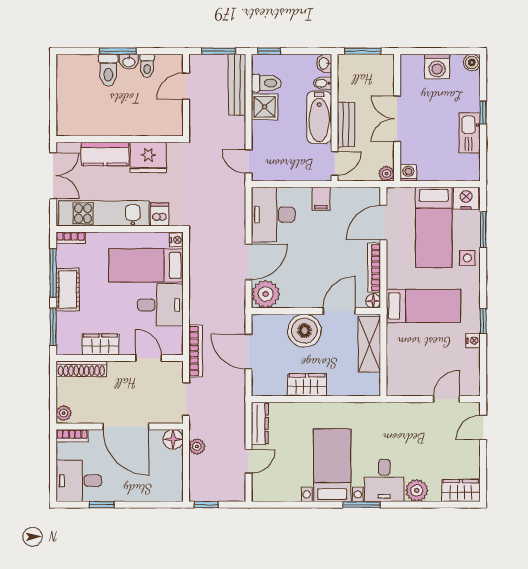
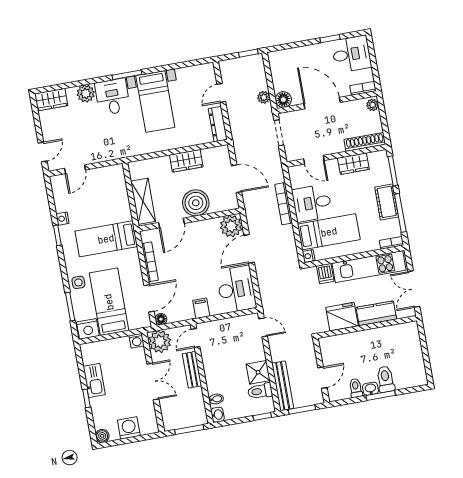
bathtub: (319, 117) -> (214, 372), removed
plant: (387, 173) -> (160, 342), width x1.88, depth x1.88
floor lamp: (373, 301) -> (161, 319), moved
bookcase: (196, 351) -> (284, 204), moved

